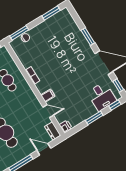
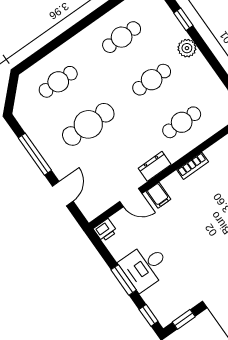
desk: (102, 96) -> (145, 266), moved
door: (48, 111) -> (131, 198), hinge flipped
dresser: (53, 131) -> (155, 166), moved

